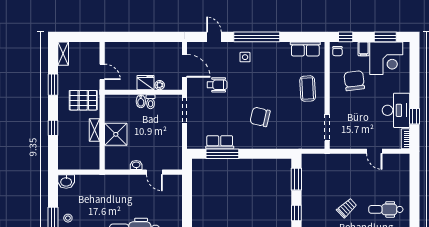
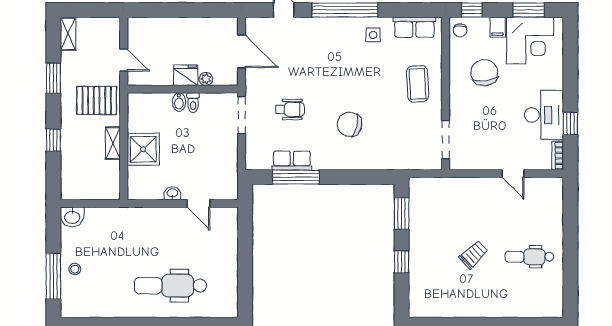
side table: (245, 57) -> (373, 35), moved
wheelchair: (217, 85) -> (290, 109), moved

